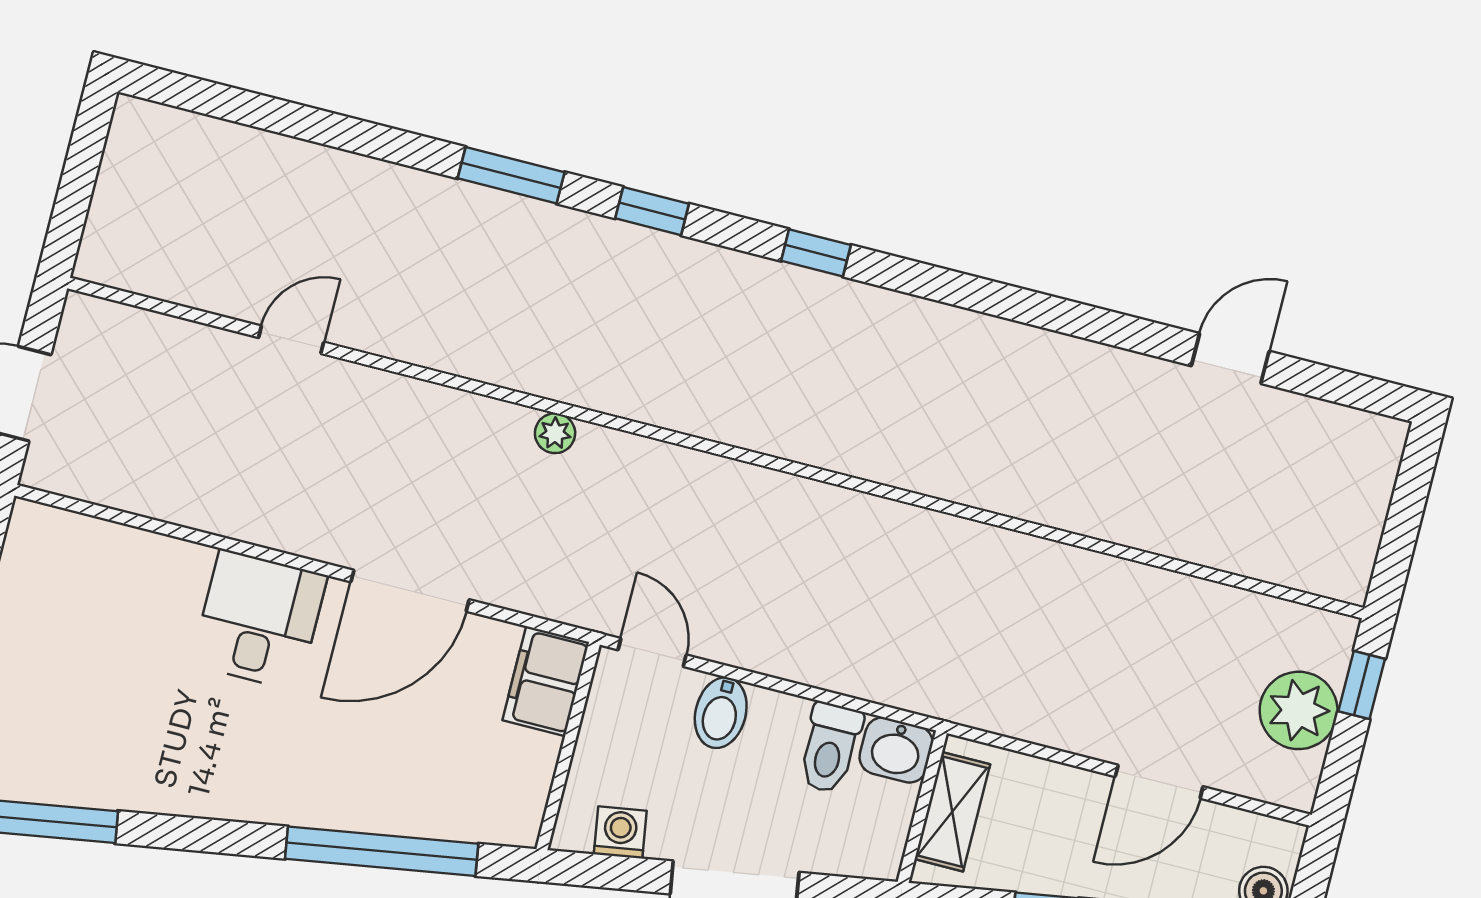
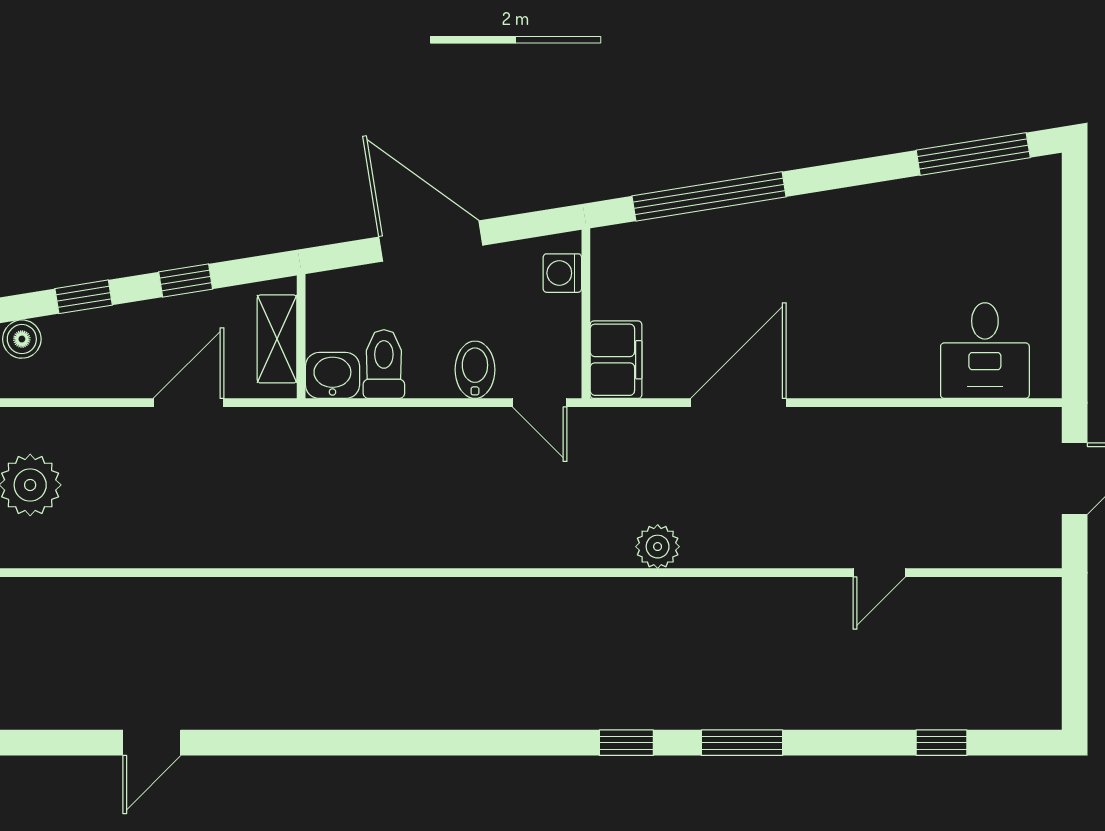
window: (816, 253) -> (942, 743), moved
plant: (555, 433) -> (658, 547), width x1.38, depth x1.38
desk: (259, 620) -> (985, 351), moved
door: (1159, 782) -> (189, 403), moved
washing machine: (620, 832) -> (562, 273), moved, turned 99

